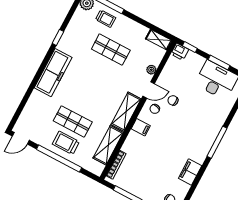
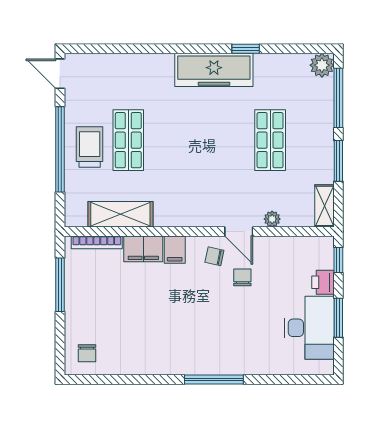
trolley: (106, 19) -> (313, 107), removed
window: (140, 21) -> (338, 161), added
printer: (180, 52) -> (323, 282), moved
freezer: (53, 73) -> (214, 70), moved
shelving: (126, 112) -> (187, 214), removed
filing cabinet: (190, 172) -> (143, 249), moved, turned 180

